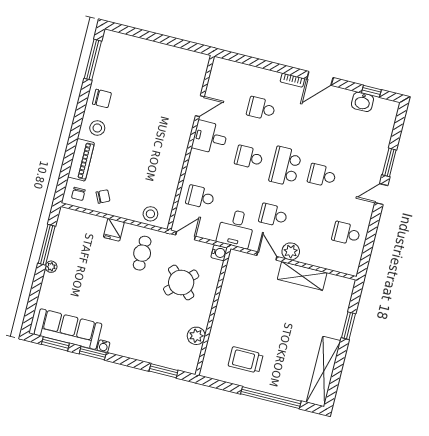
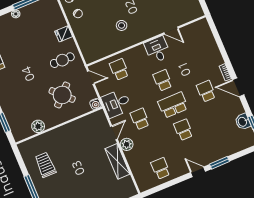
school desk: (261, 108) -> (206, 91), moved
stool: (150, 214) -> (122, 25), moved

